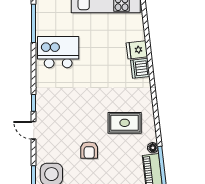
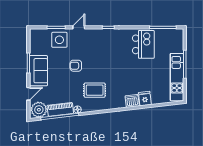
rug: (125, 123) -> (95, 90), turned 90
door: (34, 130) -> (79, 27), moved

